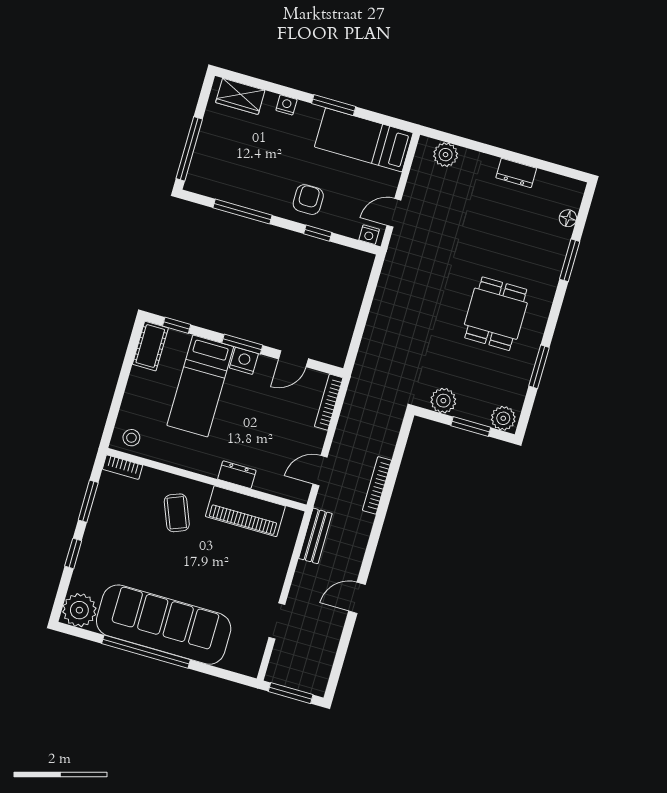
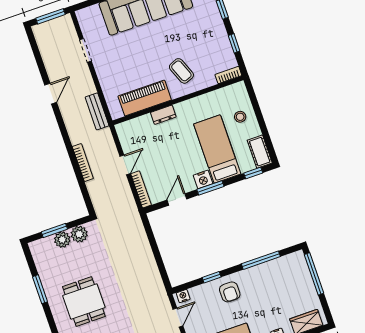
plant: (503, 418) -> (62, 240), moved
stool: (131, 438) -> (240, 117), moved
door: (320, 471) -> (125, 165), moved
window: (88, 501) -> (234, 43), width x0.67

